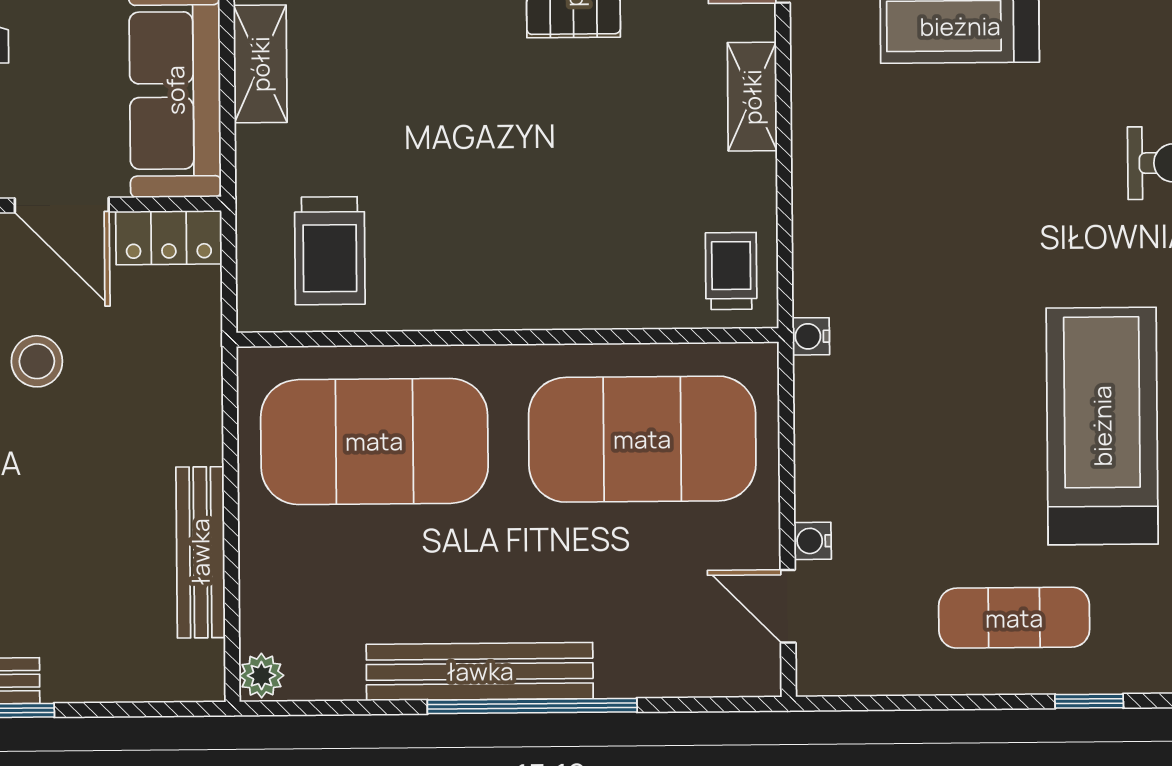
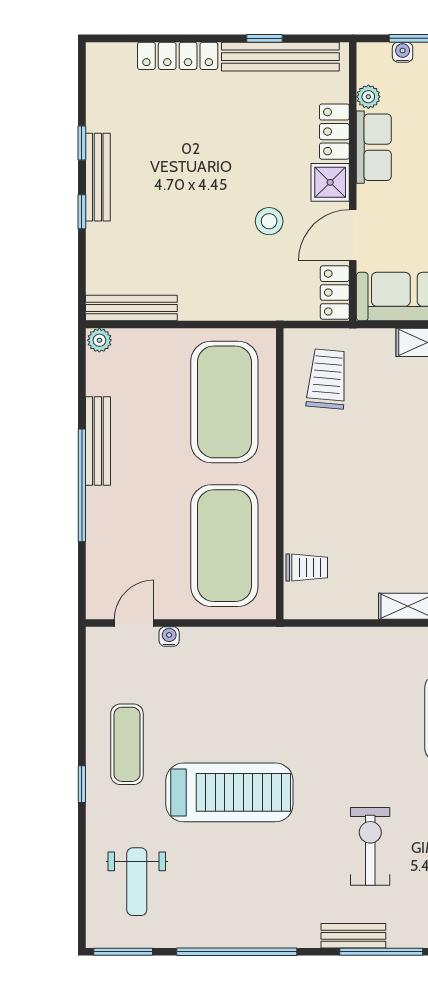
trolley: (330, 251) -> (327, 379), turned 95
trolley: (731, 271) -> (307, 567), moved
water cooler: (811, 336) -> (279, 637), removed
bench: (200, 552) -> (131, 308), moved
bench: (480, 671) -> (98, 441), width x0.73, depth x0.82

